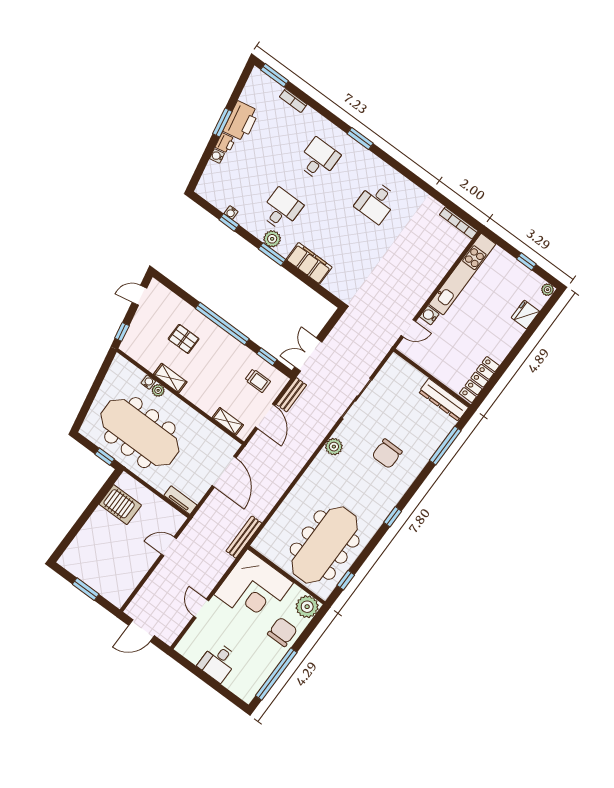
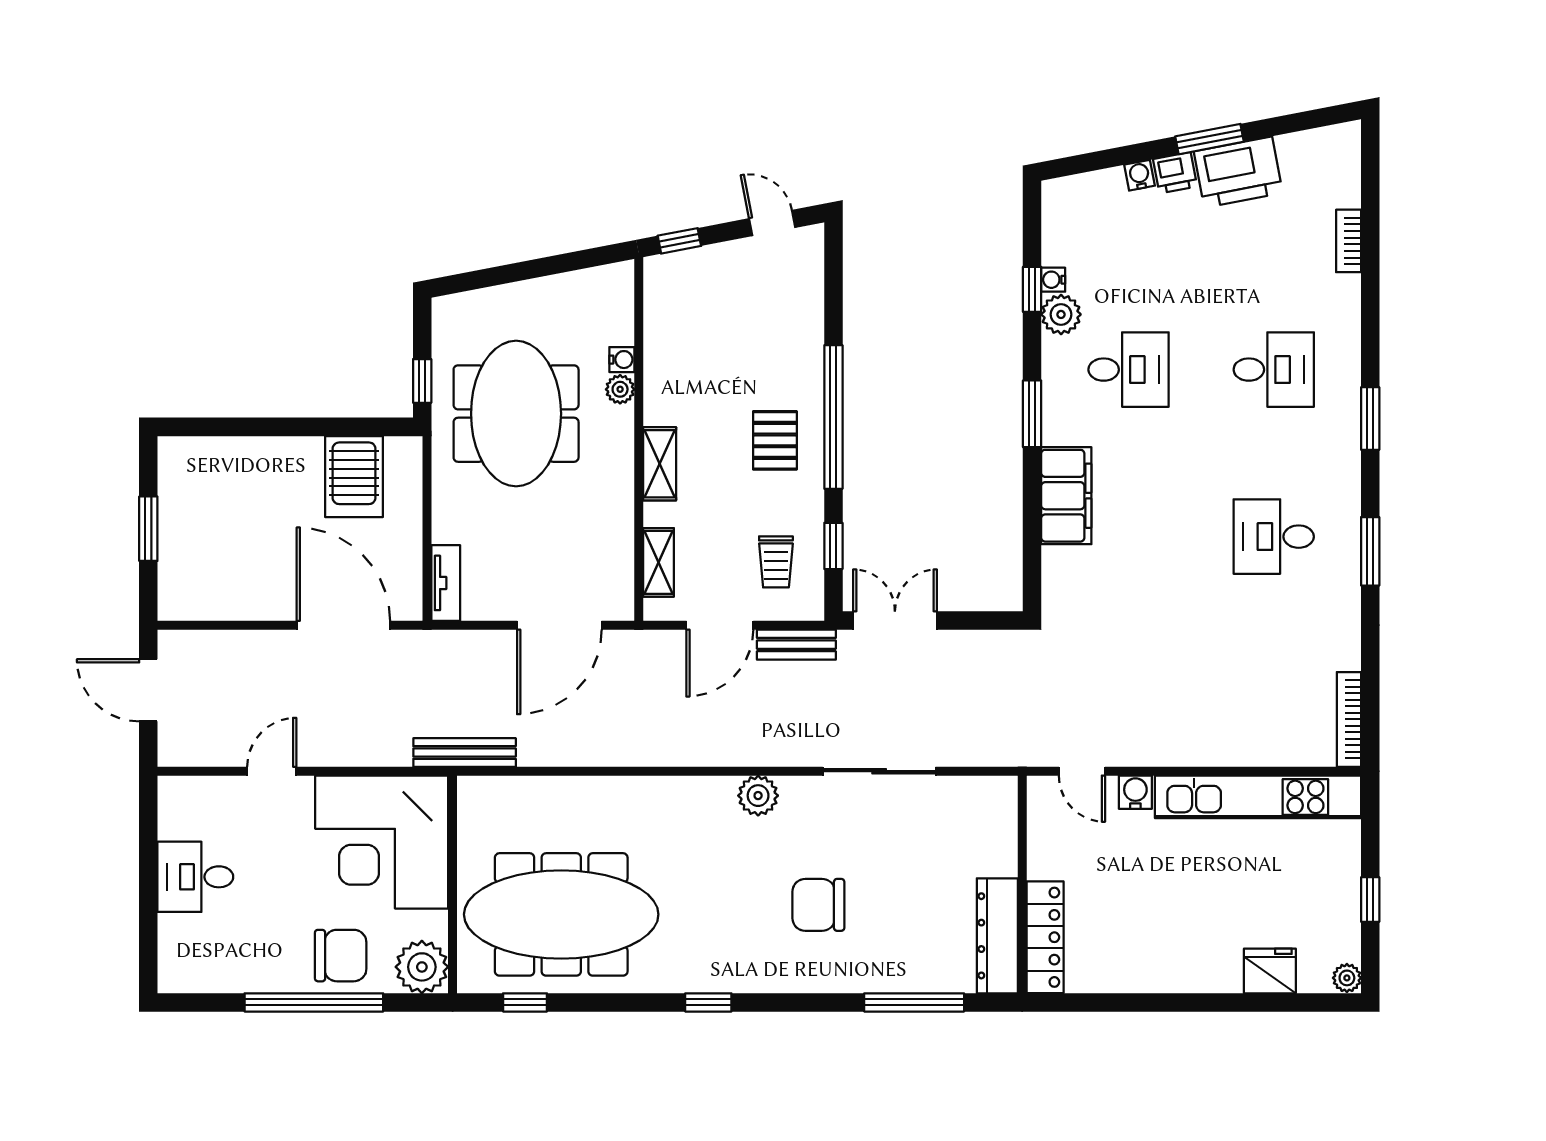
window: (275, 75) -> (1370, 551), moved
plant: (272, 239) -> (1061, 314), moved
pallet: (184, 339) -> (775, 440), moved
shelving: (170, 378) -> (660, 464), moved
locker: (479, 380) -> (1045, 937), moved, turned 90
meeting table: (140, 433) -> (516, 414), width x0.73
door: (169, 546) -> (343, 625), width x1.88
window: (276, 674) -> (314, 1002), moved

